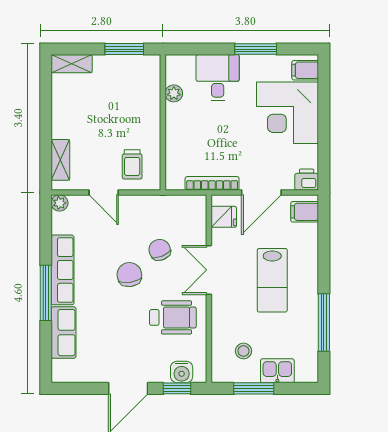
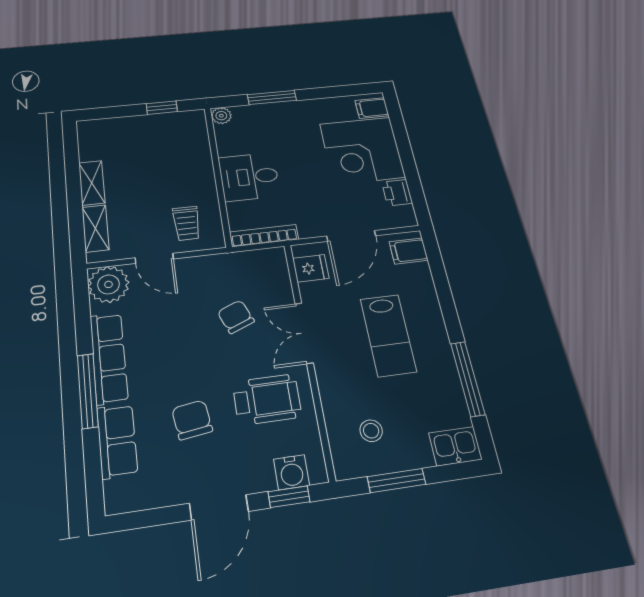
window: (124, 49) -> (162, 108), width x0.67
window: (256, 49) -> (272, 97), moved
shelving: (72, 64) -> (92, 183), moved, turned 90
desk: (218, 78) -> (249, 177), moved, turned -90
plant: (174, 93) -> (221, 116), moved
printer: (307, 180) -> (397, 193), moved, turned -90
bookcase: (212, 183) -> (264, 236), moved
plant: (60, 203) -> (108, 284), width x1.87, depth x1.87
chair: (129, 275) -> (192, 420), moved
kitchen sink: (277, 371) -> (455, 446), moved

